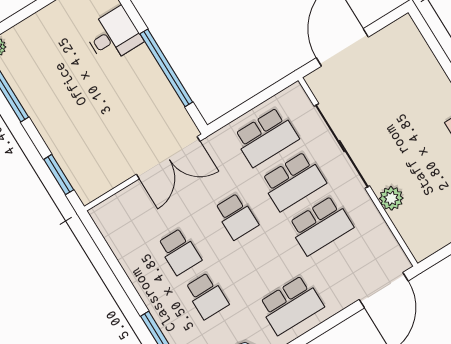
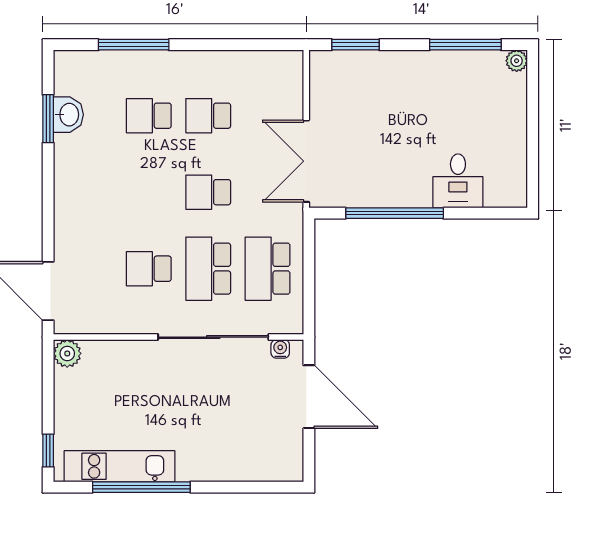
water cooler: (320, 91) -> (280, 349), added
plant: (391, 198) -> (67, 353), moved
school desk: (321, 225) -> (149, 269), width x0.54
school desk: (291, 305) -> (89, 192), removed

